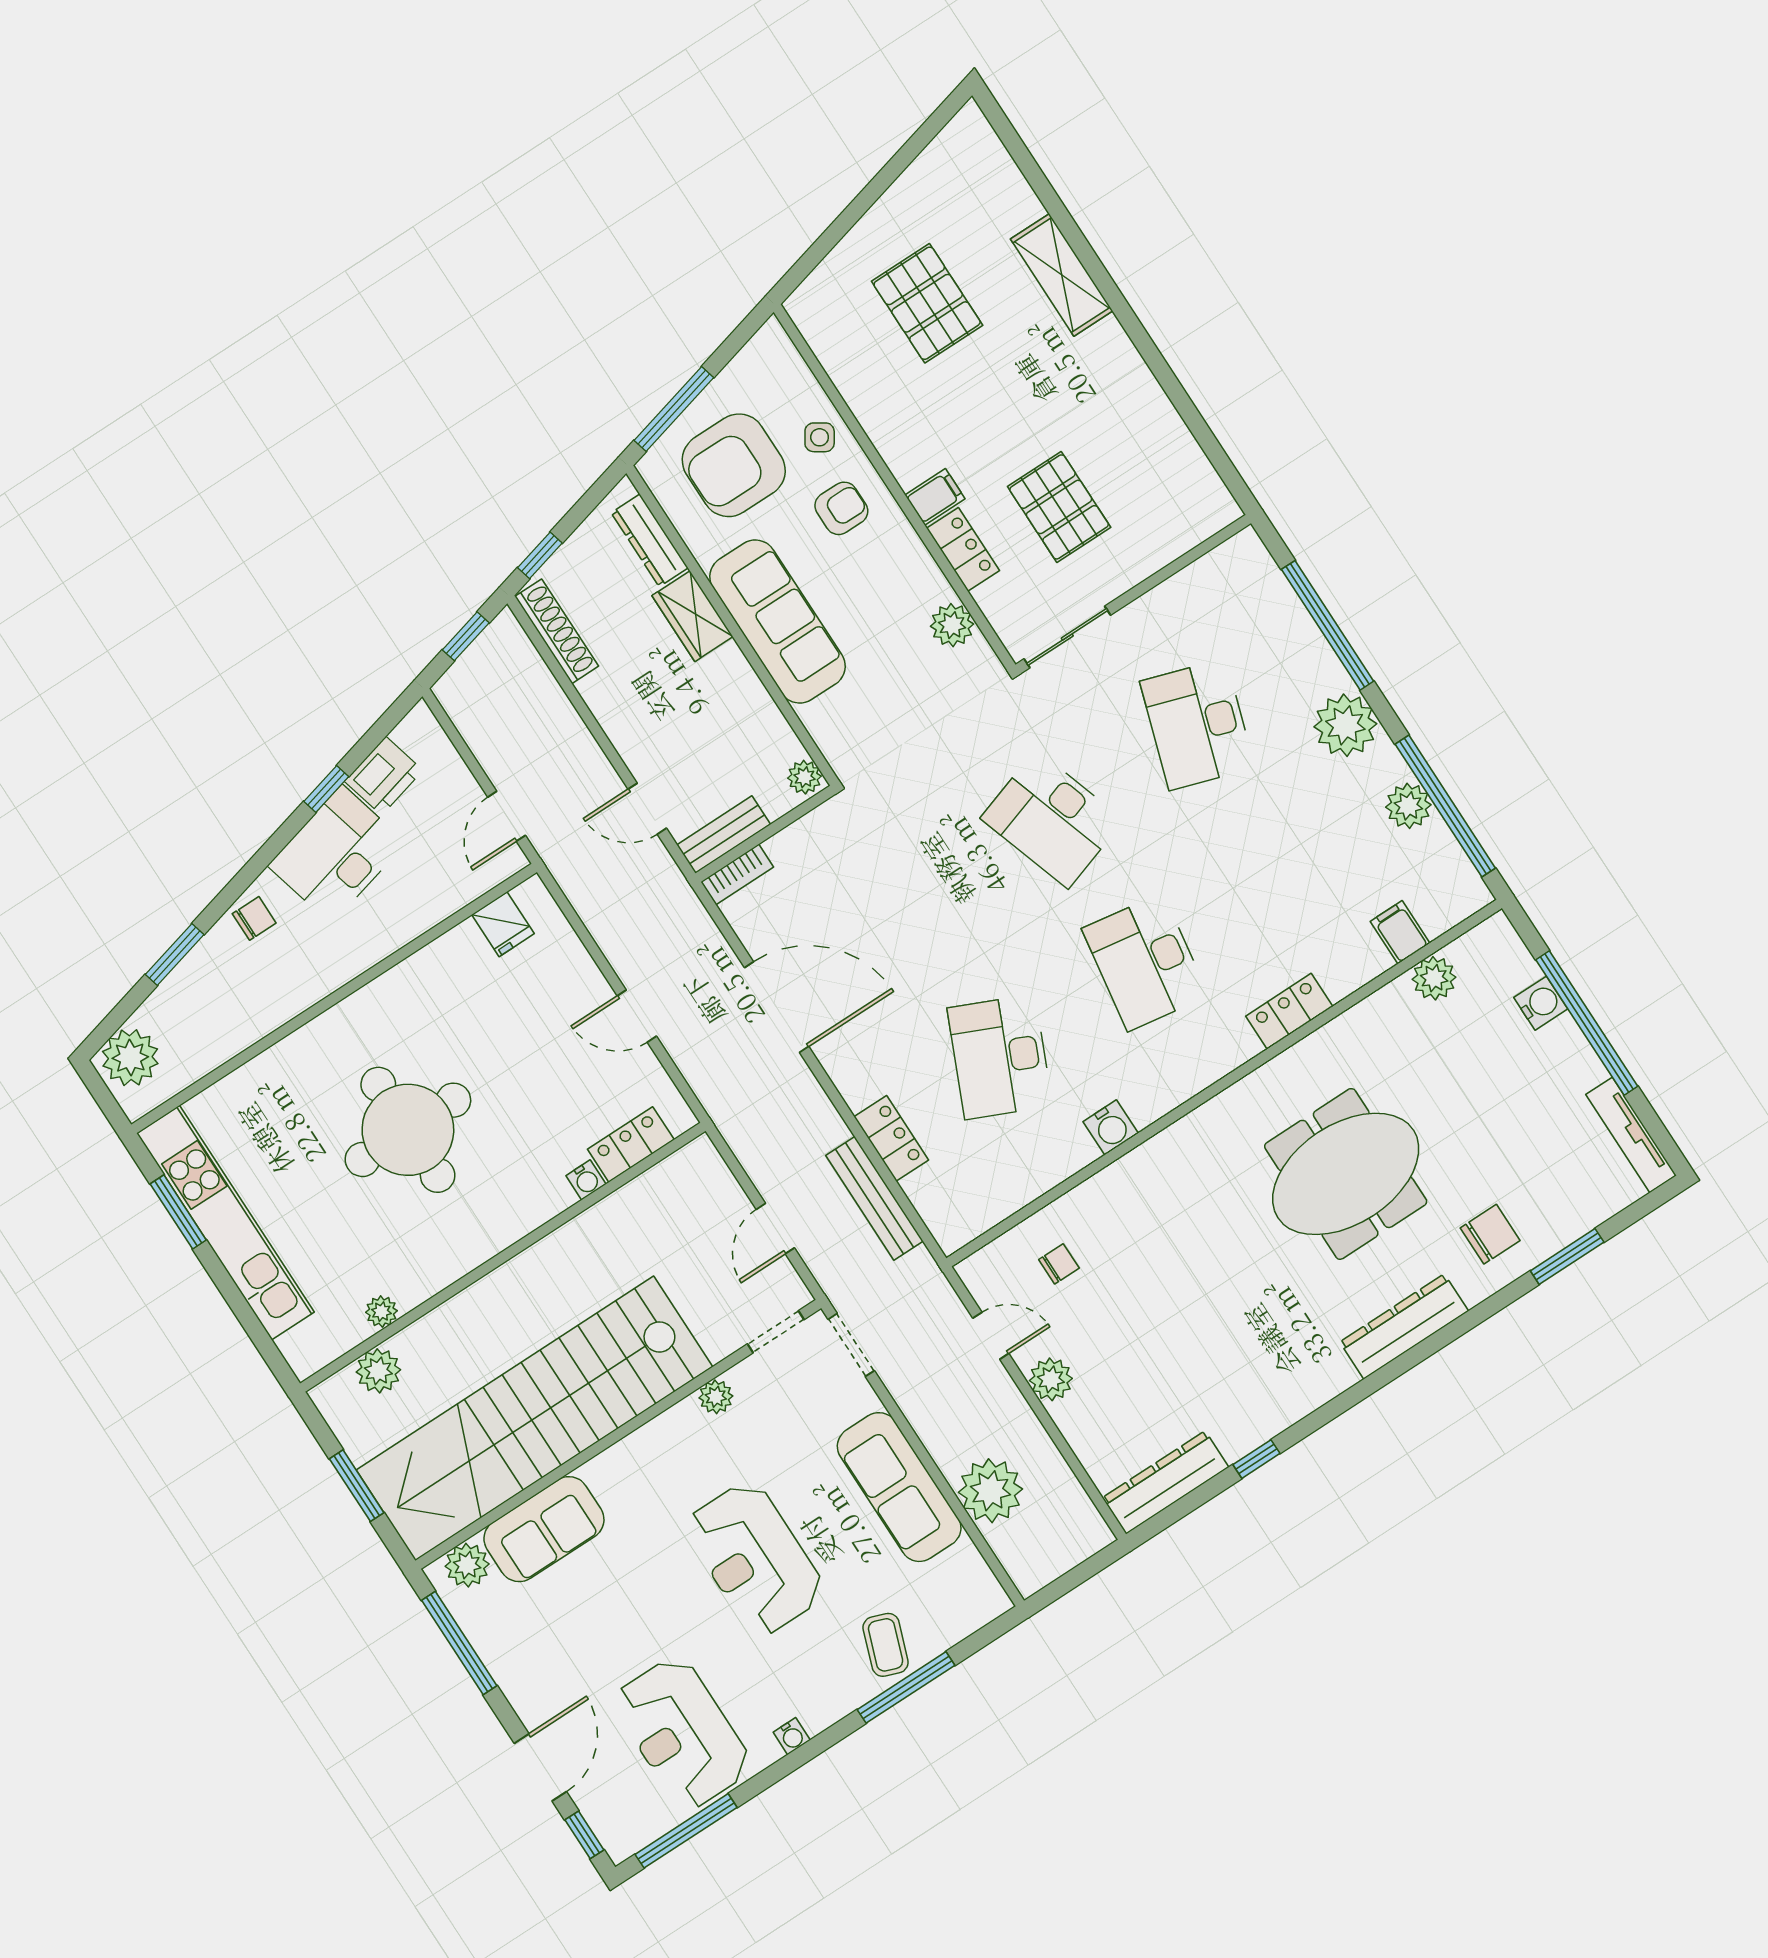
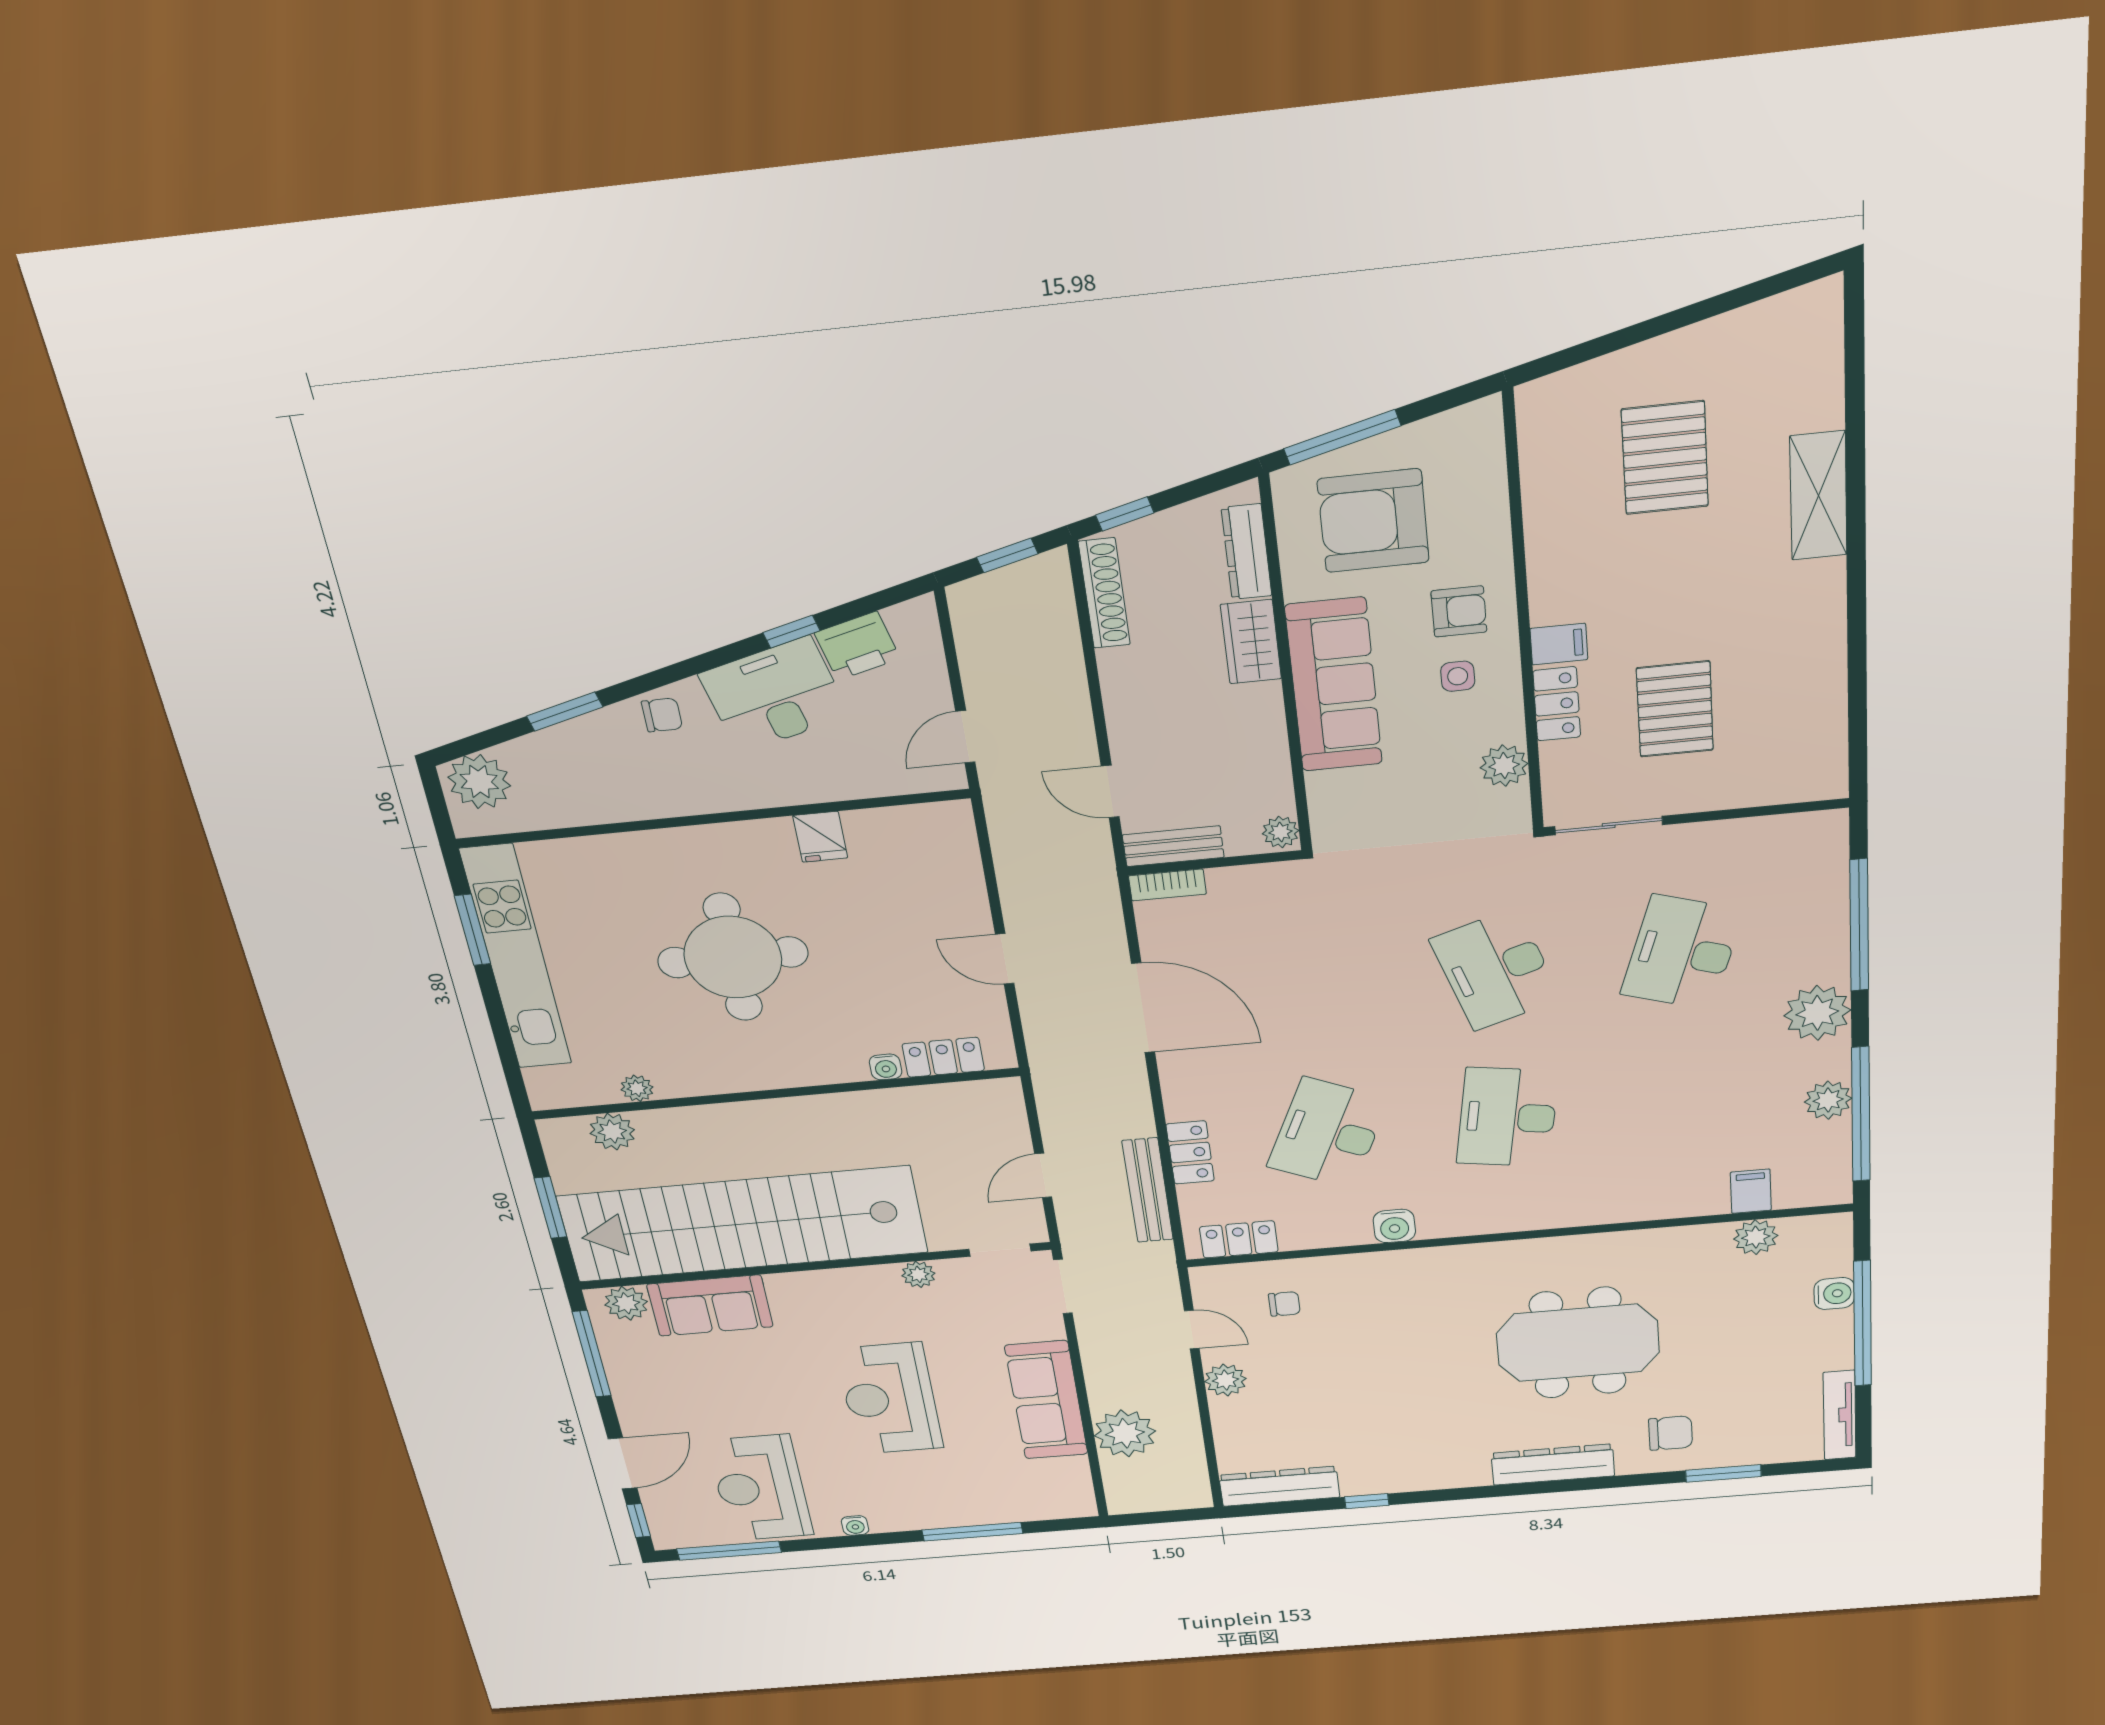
side table: (820, 437) -> (1458, 676), moved, turned -33
fridge: (503, 924) -> (820, 837), moved
locker: (1289, 1011) -> (1239, 1239), moved
coffee table: (886, 1645) -> (971, 1498), removed

